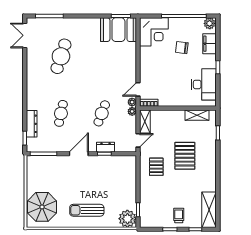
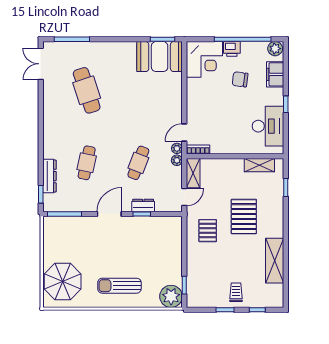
printer: (175, 24) -> (232, 49), added
cafe table: (61, 56) -> (87, 90), turned -36
shelving: (209, 210) -> (275, 261), moved

